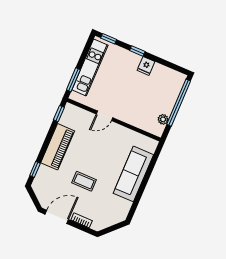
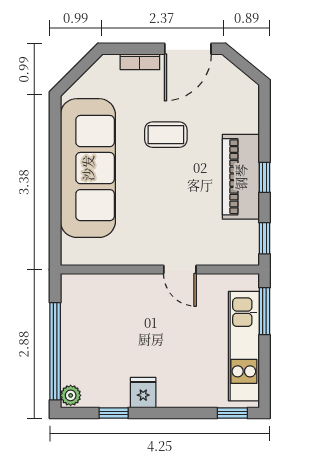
window: (137, 51) -> (114, 413), moved
door: (104, 116) -> (180, 270), swing flipped
plant: (163, 119) -> (71, 395), moved
window: (35, 169) -> (264, 177), moved
sofa: (133, 174) -> (88, 168), width x1.36, depth x1.27

